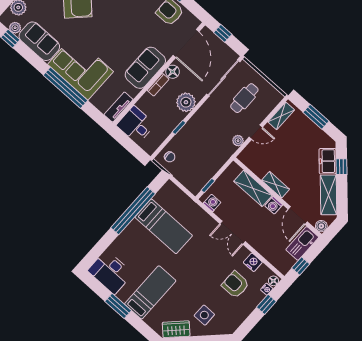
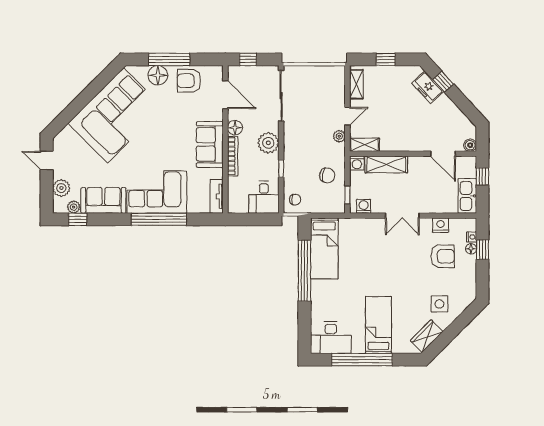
door: (186, 43) -> (225, 95), width x0.73
bookcase: (158, 85) -> (233, 156), width x1.56
cafe table: (244, 98) -> (313, 97), removed
window: (316, 117) -> (386, 59), width x0.67
desk: (136, 125) -> (264, 197), moved, turned -90
chair: (206, 160) -> (327, 175), added
shelving: (276, 185) -> (365, 145), moved
shelving: (328, 195) -> (453, 114), removed
washing machine: (274, 205) -> (357, 163), moved
bed: (164, 226) -> (324, 248), moved, turned 90
kitchen sink: (302, 243) -> (467, 196), moved
window: (301, 266) -> (482, 176), moved
floor lamp: (273, 281) -> (471, 249), moved
armchair: (235, 285) -> (443, 256), turned 180
window: (118, 306) -> (362, 360), width x2.11

